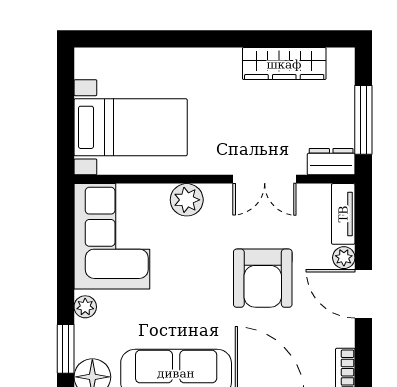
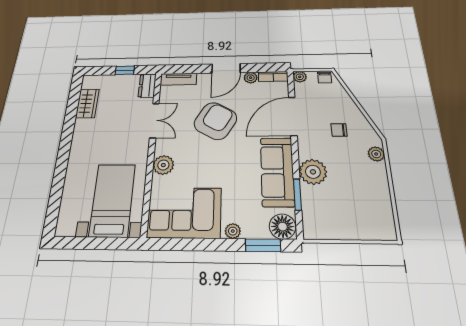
wardrobe: (284, 64) -> (87, 103), width x0.67
window: (363, 120) -> (125, 70), width x0.46
plant: (344, 258) -> (251, 78), moved
armchair: (263, 278) -> (215, 121), turned -60

